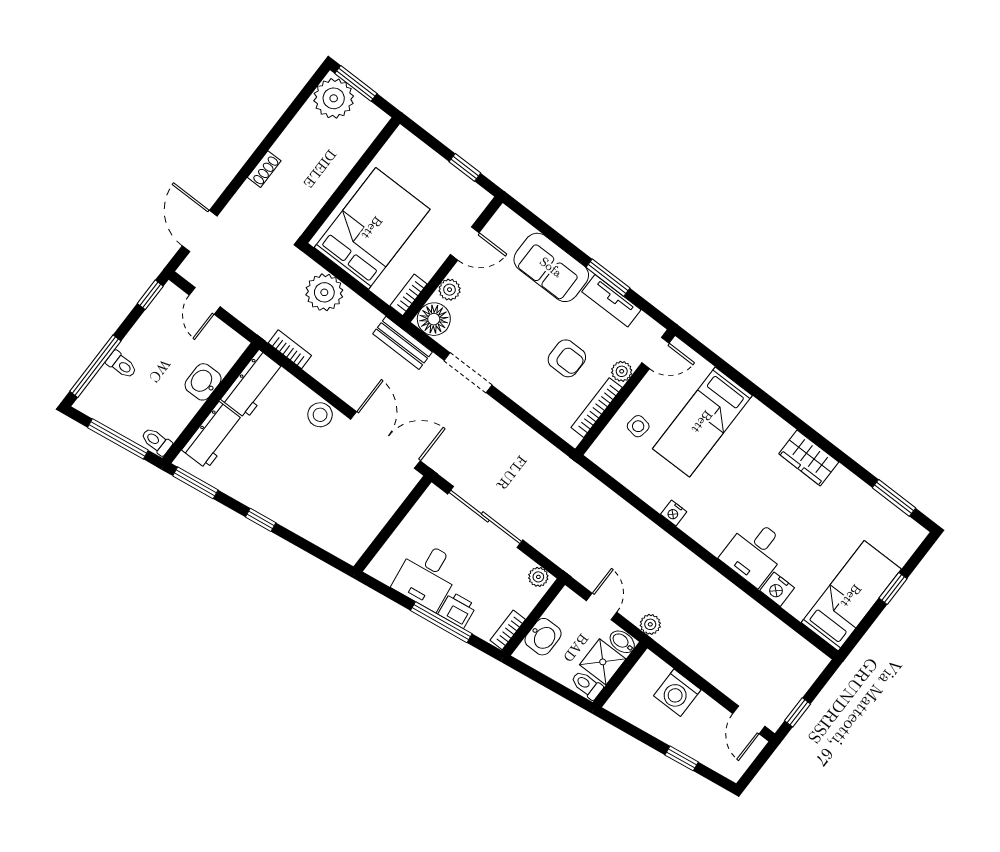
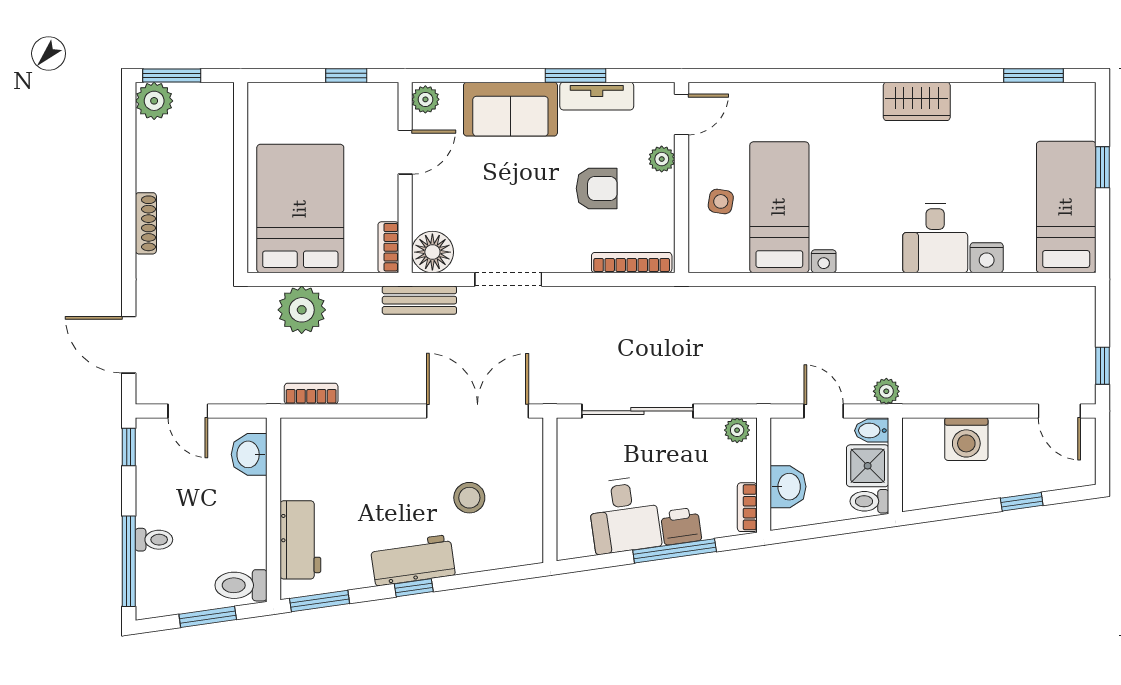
plant: (334, 98) -> (154, 101), width x0.73, depth x0.73
shoe rack: (264, 169) -> (146, 223), width x1.43
plant: (450, 290) -> (425, 99), moved
washbasin: (203, 382) -> (249, 454), moved
workbench: (253, 384) -> (413, 560), moved, turned -98
bookcase: (597, 408) -> (632, 263), moved, turned 90
stool: (320, 415) -> (469, 498), moved
bed: (702, 422) -> (779, 207), moved, turned 180
window: (118, 439) -> (208, 617), width x0.69
toilet: (156, 441) -> (241, 585), width x1.37, depth x1.39

